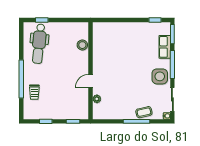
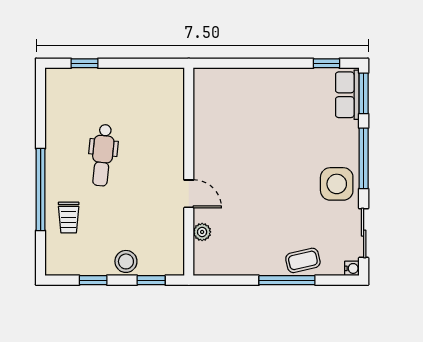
dental chair: (39, 44) -> (103, 155), moved, width x0.73, depth x0.72
stool: (82, 45) -> (126, 261), moved
row of seats: (165, 47) -> (347, 95), moved
door: (91, 81) -> (189, 194), swing flipped

